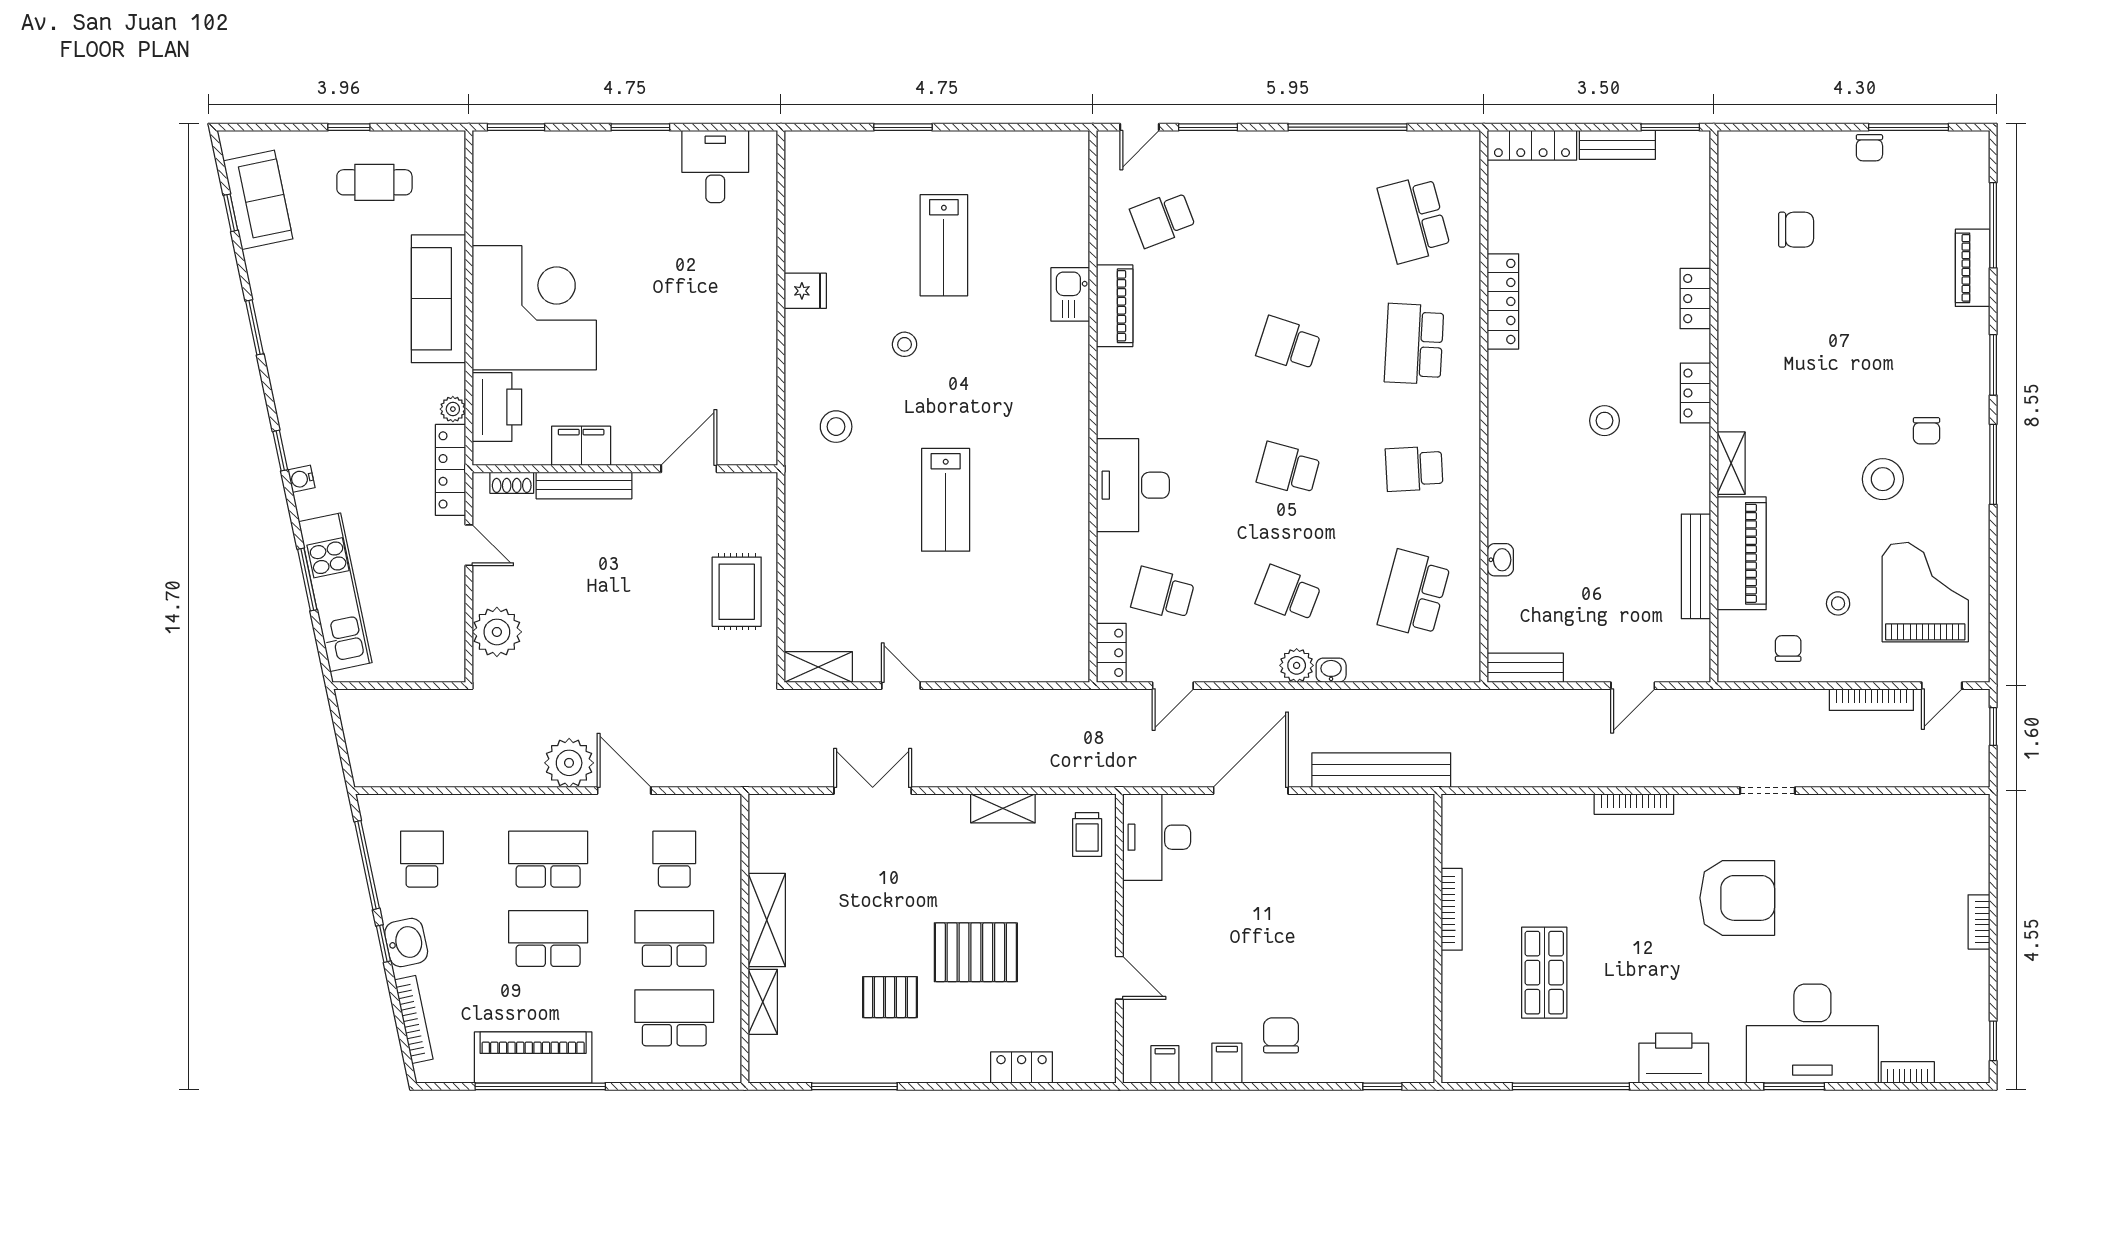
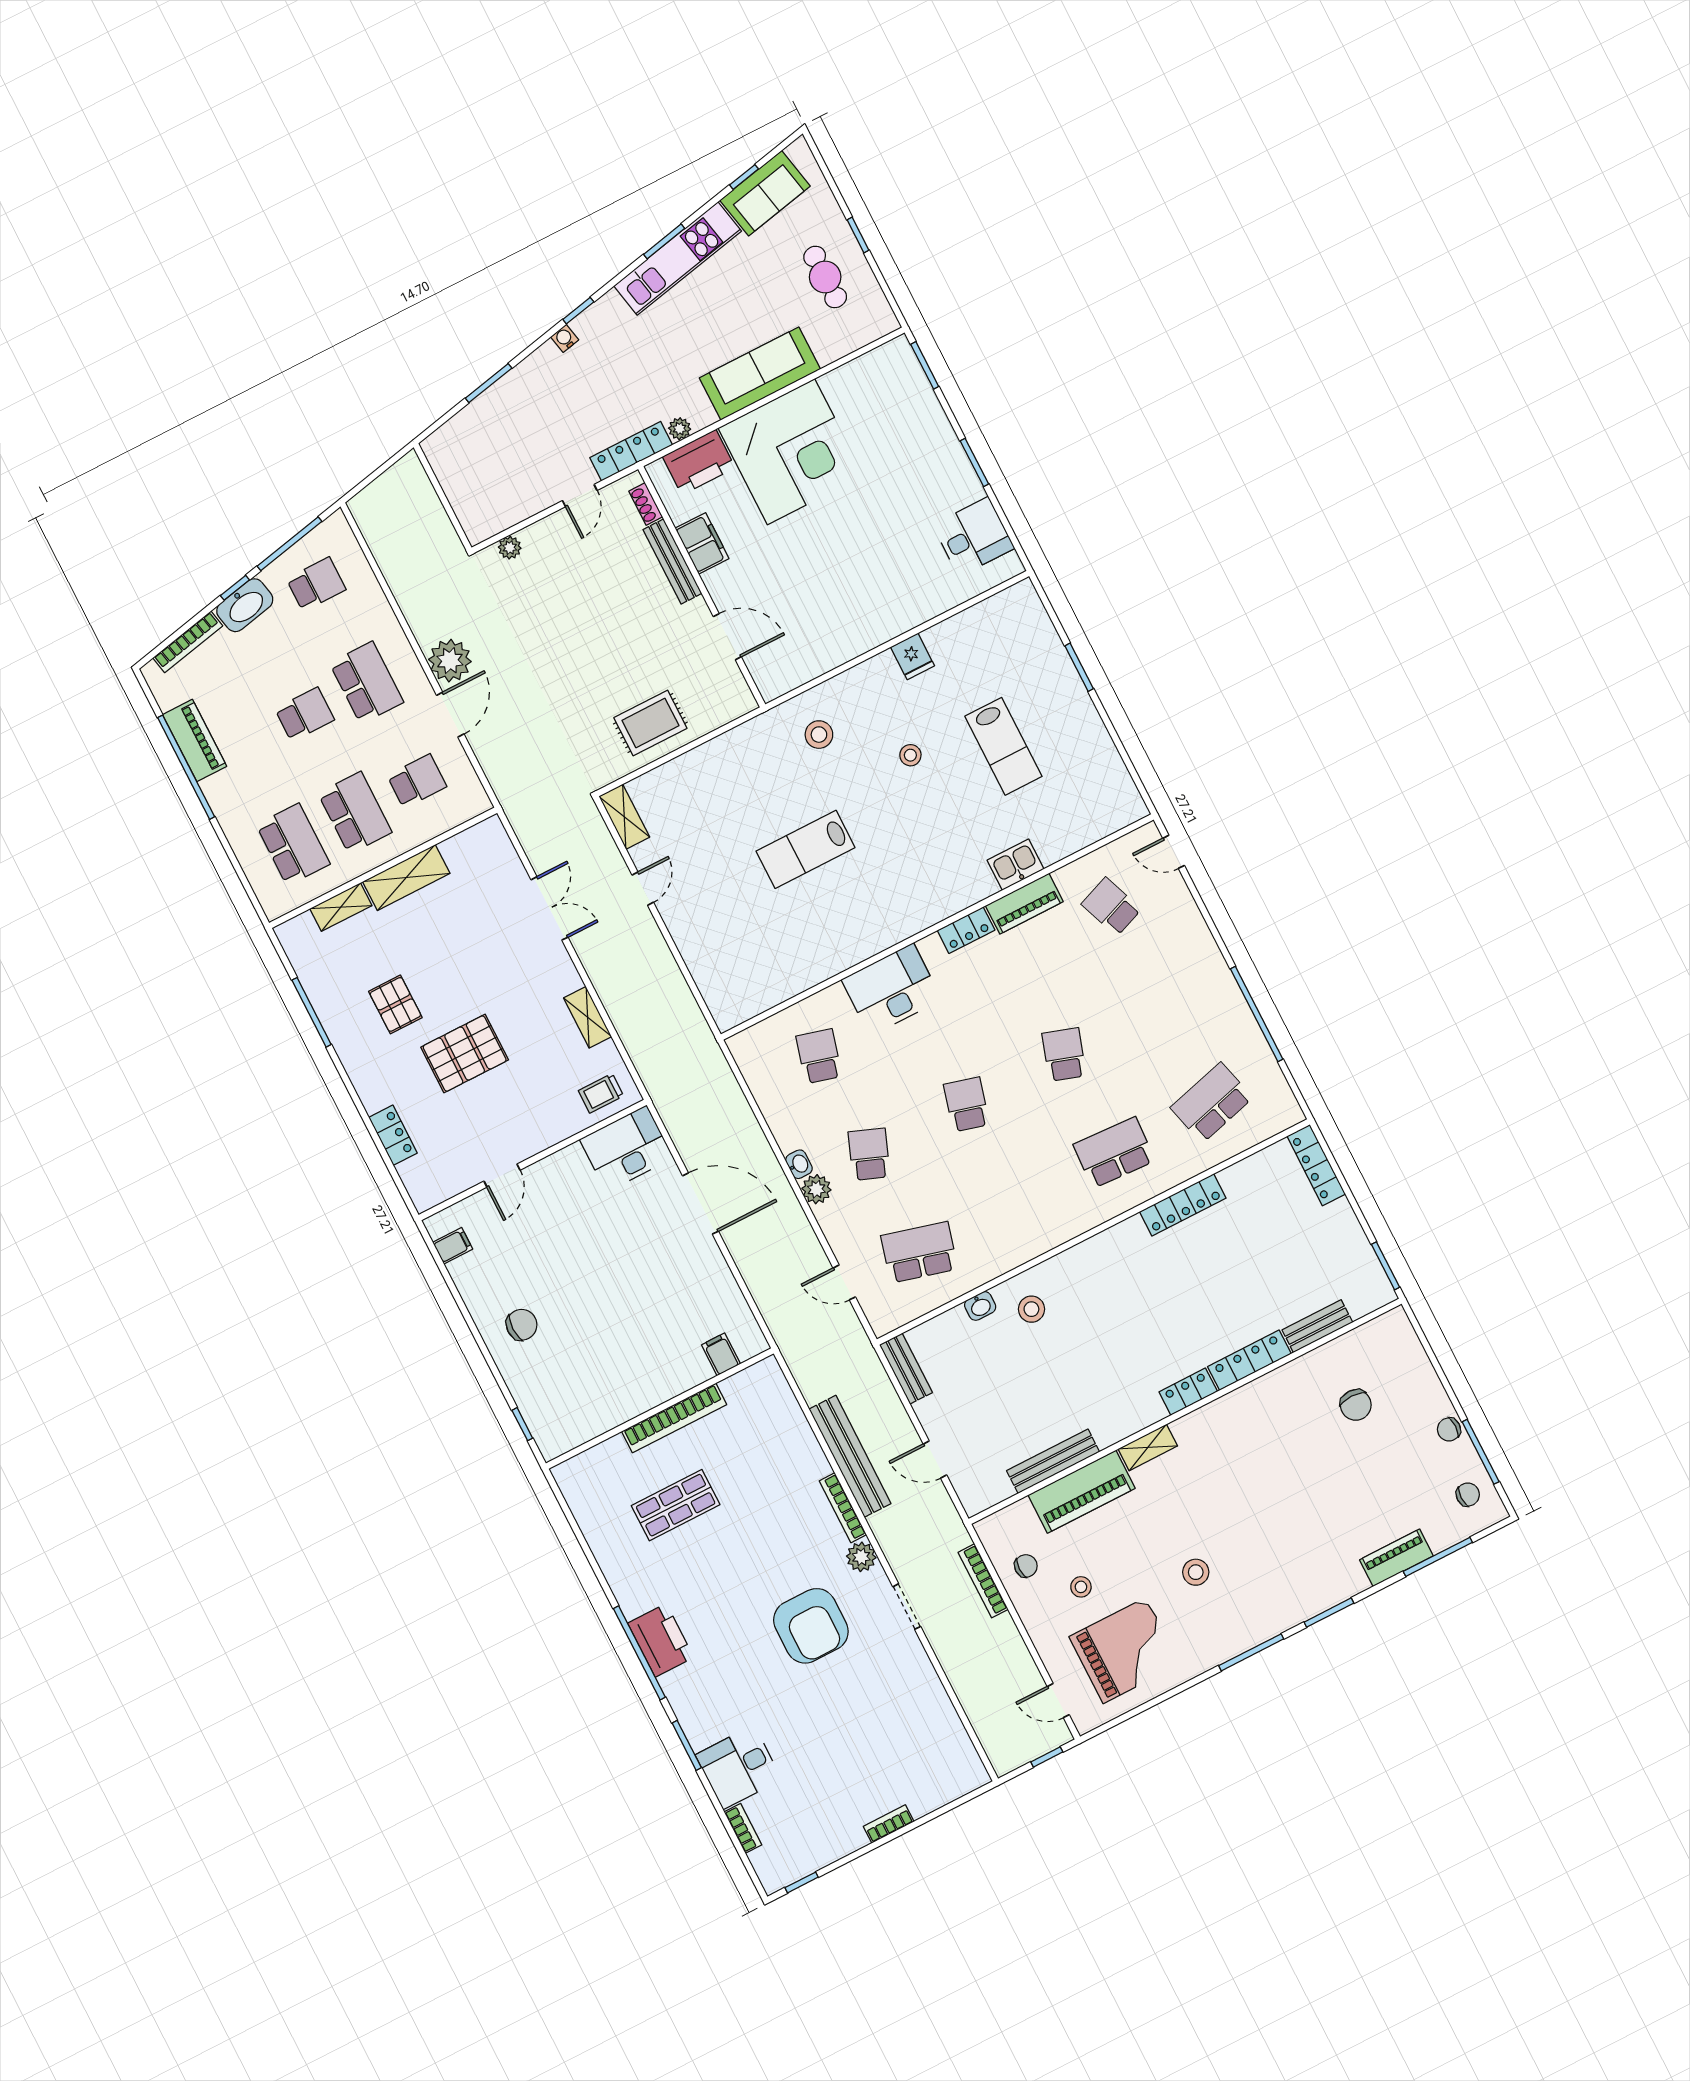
window: (1208, 127) -> (1201, 905), removed
bench: (1617, 145) -> (1317, 1326), moved, turned 90
lab bench: (944, 245) -> (1003, 746), turned -90
locker: (1695, 299) -> (1249, 1360), width x1.53
stool: (1605, 421) -> (1031, 1309), moved
chair: (1926, 431) -> (1468, 1495), moved, turned 180
school desk: (1414, 469) -> (1017, 1202), removed
stool: (1883, 479) -> (1196, 1572), width x0.73, depth x0.73
kitchen unit: (335, 592) -> (678, 259), moved
plant: (497, 632) -> (510, 548), width x0.53, depth x0.53
locker: (1111, 653) -> (966, 930), moved
washbasin: (1331, 670) -> (799, 1164), moved
door: (1173, 686) -> (844, 1282), moved
bookcase: (1871, 700) -> (983, 1581), moved
bench: (1381, 770) -> (850, 1456), moved
plant: (1693, 811) -> (861, 1557), added
bookcase: (1452, 909) -> (674, 1418), width x1.48, depth x1.31
school desk: (548, 938) -> (305, 714), width x0.54
washbasin: (406, 943) -> (245, 605), width x1.38
pallet: (976, 952) -> (465, 1054), turned 90
desk: (1812, 1034) -> (739, 1767), width x0.53, depth x0.77
piano: (533, 1057) -> (195, 740), width x0.73, depth x0.75
filing cabinet: (1227, 1063) -> (721, 1354), moved, turned -90
window: (1571, 1086) -> (639, 1653), moved

